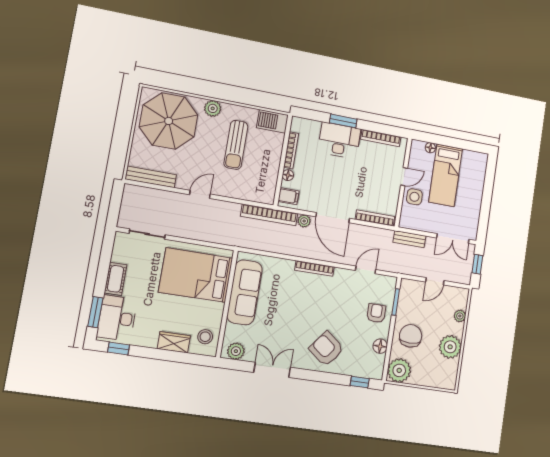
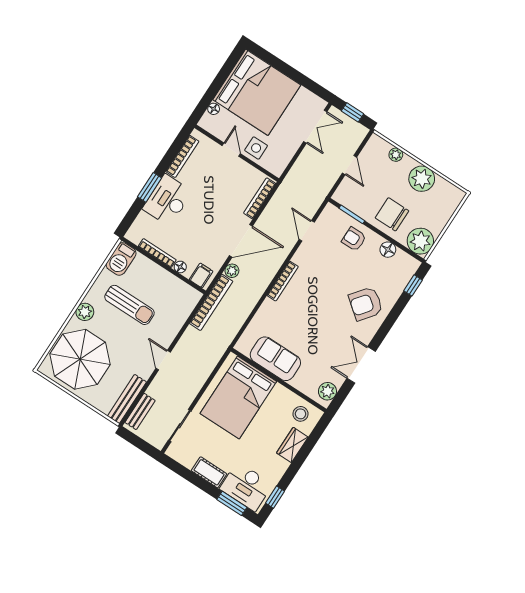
bed: (446, 175) -> (257, 92), width x2.04
bench: (409, 239) -> (140, 411), moved
sofa: (245, 292) -> (275, 359), width x0.73

